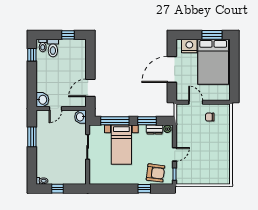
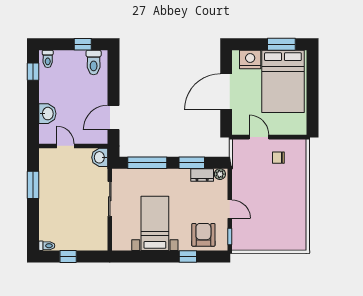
toilet: (53, 48) -> (94, 62), moved
washbasin: (42, 100) -> (47, 114), moved
door: (56, 109) -> (65, 146), swing flipped
bed with nightstands: (121, 145) -> (155, 223), moved, turned 180
door: (175, 154) -> (230, 209), hinge flipped
armchair: (155, 173) -> (203, 235), turned -97

